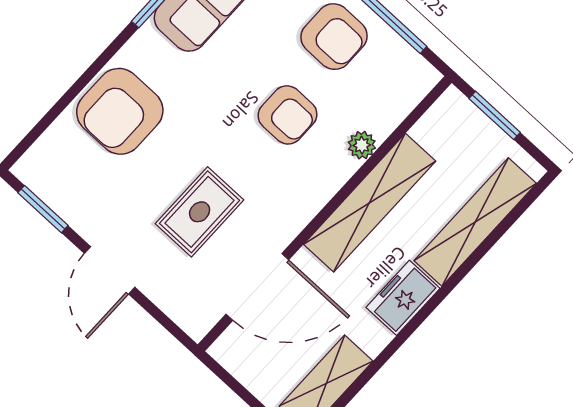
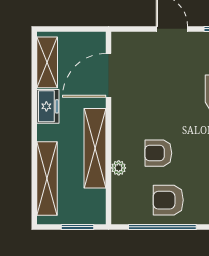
rug: (200, 212) -> (158, 84), removed
freezer: (403, 298) -> (48, 106), moved

